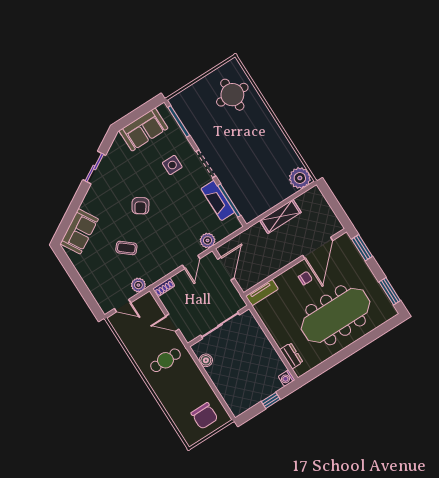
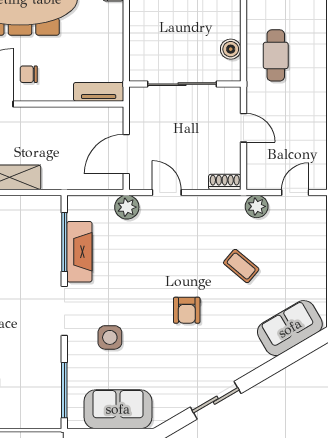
armchair: (140, 206) -> (187, 310), turned 146
door: (191, 262) -> (167, 193), hinge flipped
door: (123, 306) -> (295, 193), hinge flipped
cafe table: (165, 360) -> (276, 55), moved, turned 90

